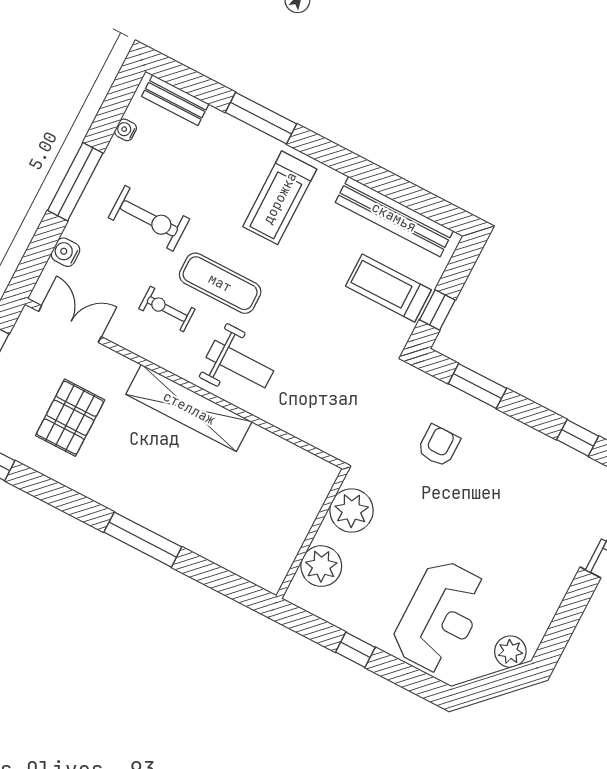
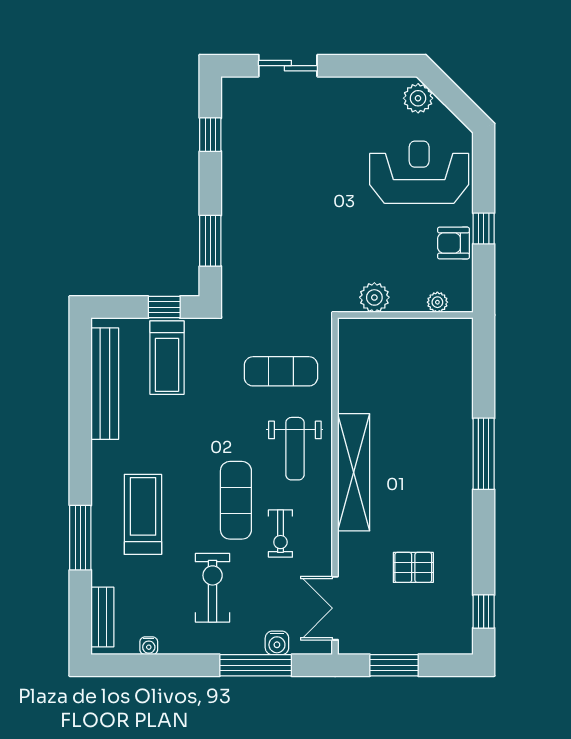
window: (75, 182) -> (256, 665), moved
treadmill: (280, 198) -> (143, 514), moved, turned -90
weight bench: (240, 364) -> (295, 449), turned 180
exercise mat: (320, 389) -> (281, 371), added
pallet: (70, 418) -> (413, 567), width x0.67, depth x0.71
armchair: (439, 446) -> (453, 243), moved
plant: (352, 511) -> (374, 297), width x0.73, depth x0.73
plant: (321, 566) -> (437, 302), width x0.53, depth x0.53

